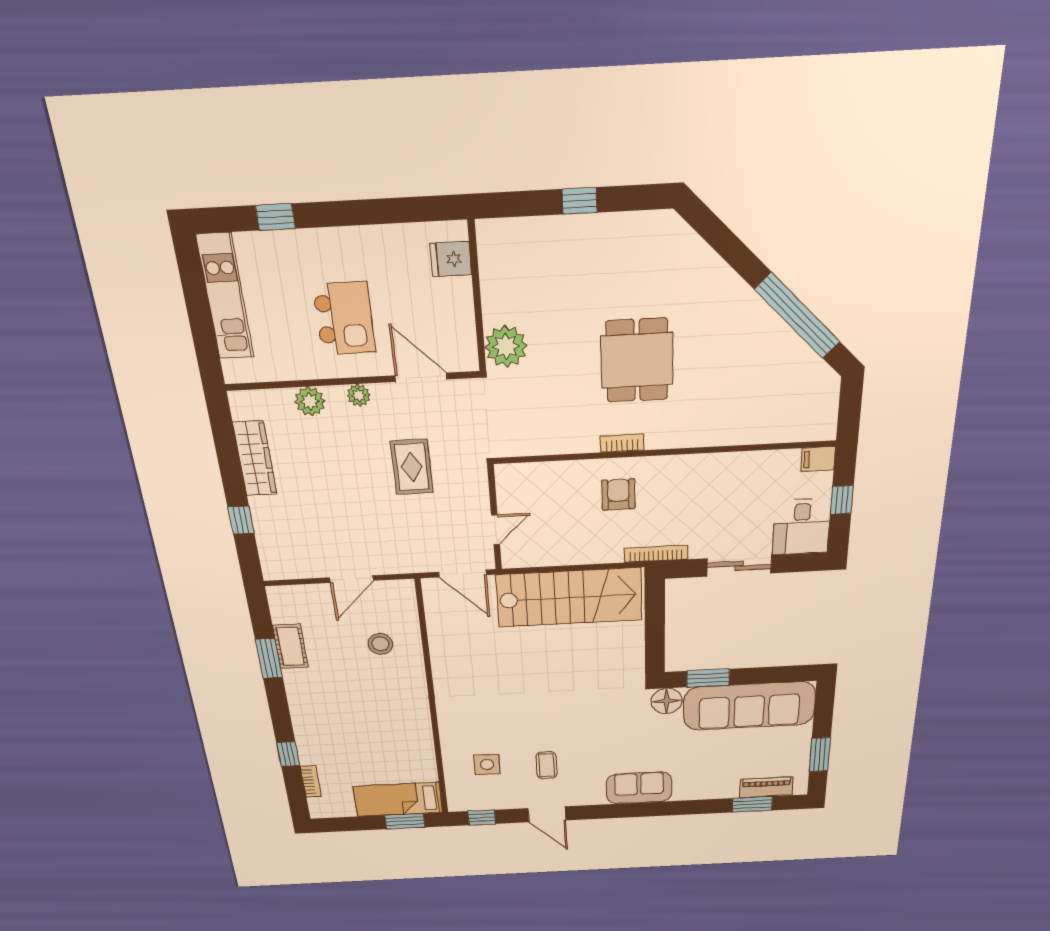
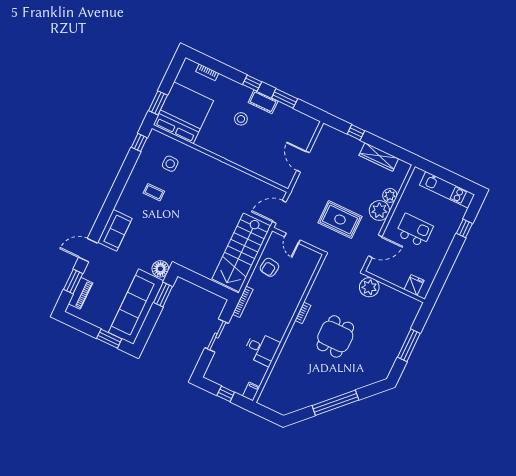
window: (580, 201) -> (409, 345), width x2.17
window: (797, 316) -> (335, 403), moved
kitchen island: (344, 318) -> (414, 230), turned 180
dining table: (637, 360) -> (335, 336), turned 90
plant: (359, 395) -> (379, 210), width x1.88, depth x1.88
rug: (412, 467) -> (340, 220), width x1.36, depth x1.43
armchair: (618, 494) -> (269, 267), moved, turned 98
desk: (801, 527) -> (262, 349), moved, turned 180
stool: (380, 644) -> (241, 119), moved
cot: (290, 646) -> (263, 102), moved
window: (288, 754) -> (252, 83), moved
window: (820, 755) -> (109, 339), moved
bed: (398, 799) -> (183, 113), width x2.04
door: (547, 814) -> (88, 250), moved

